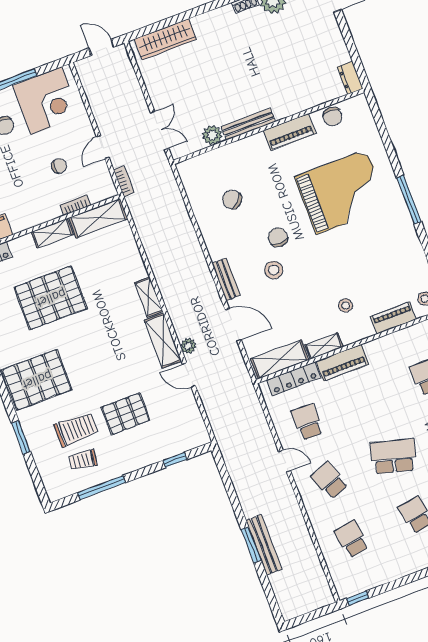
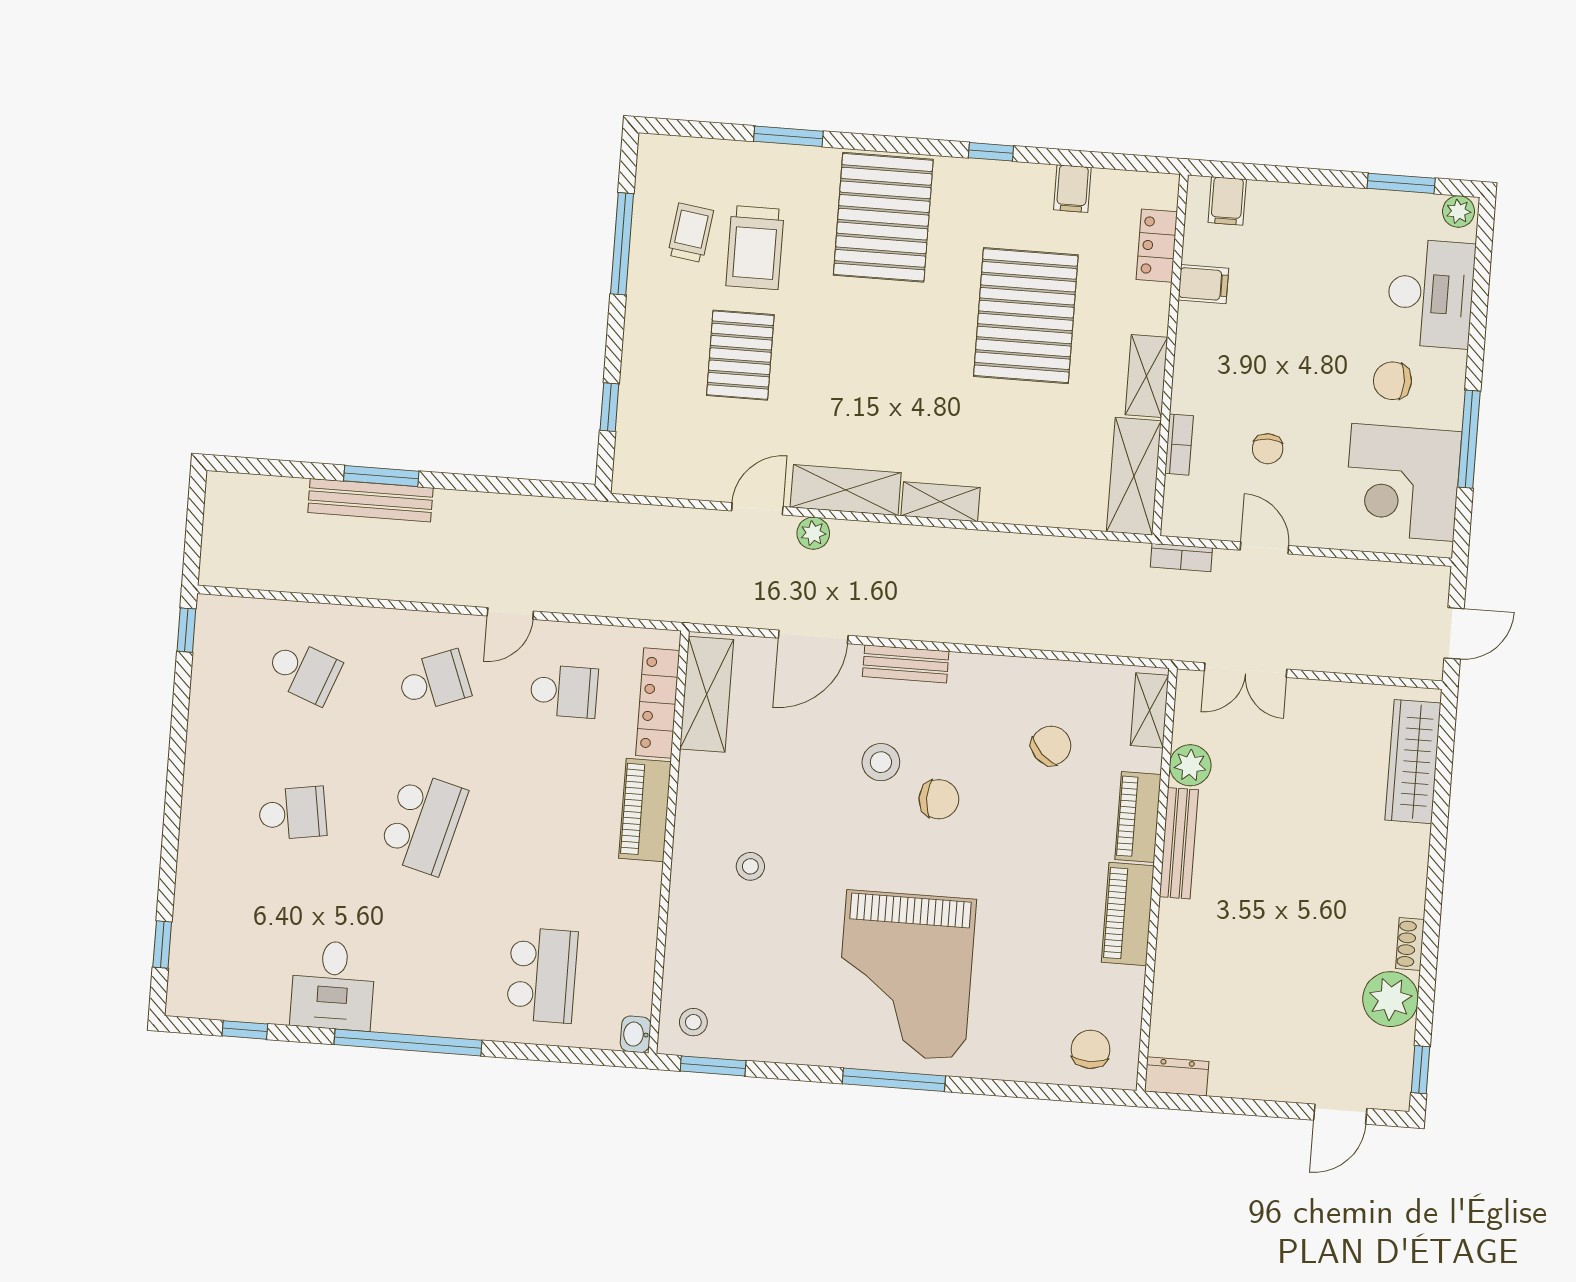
chair: (332, 116) -> (1091, 1049), moved, turned 90
grand piano: (341, 192) -> (906, 975), moved
piano: (393, 318) -> (1138, 817), moved, turned 180
shelving: (324, 346) -> (1149, 710), moved
school desk: (352, 539) -> (303, 671), turned 30

